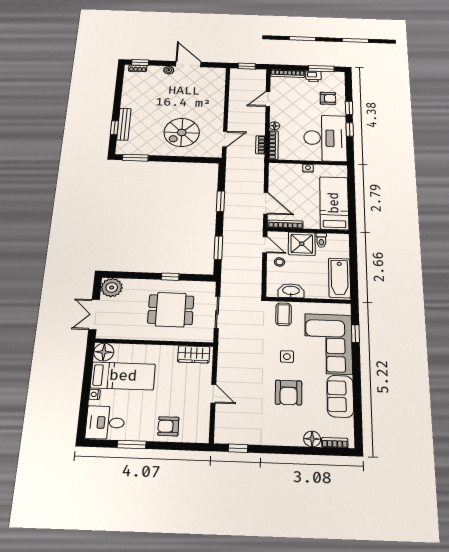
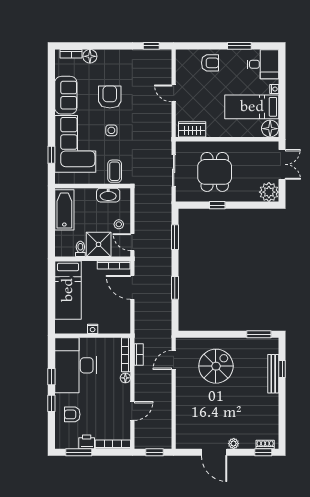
dining table: (171, 310) -> (215, 172), turned 90

